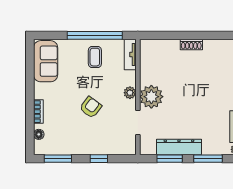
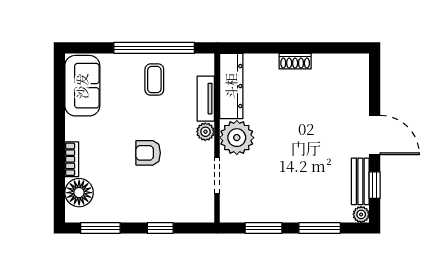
tv unit: (130, 54) -> (206, 99), moved
armchair: (91, 107) -> (148, 153), turned -127
floor lamp: (39, 134) -> (79, 193), width x1.89, depth x1.89
dresser: (179, 147) -> (231, 86), moved, turned 90

